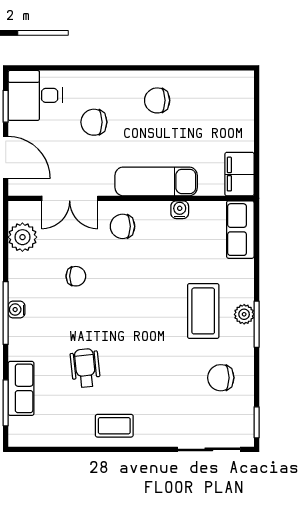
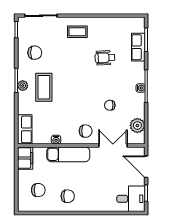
chair: (94, 122) -> (38, 190), moved
wheelchair: (85, 368) -> (105, 58), turned 93
coffee table: (114, 426) -> (77, 32), moved

